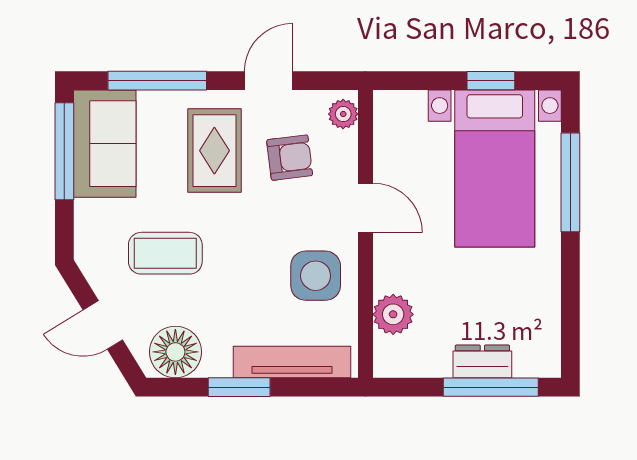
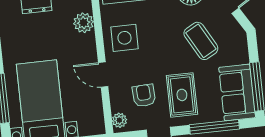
armchair: (290, 158) -> (144, 95), turned 94
coffee table: (165, 253) -> (201, 41), turned 61

